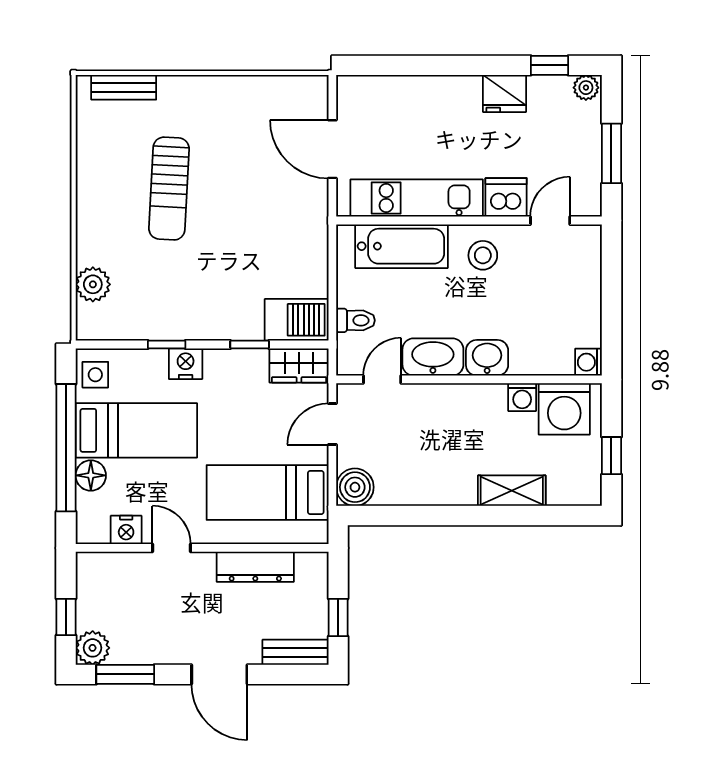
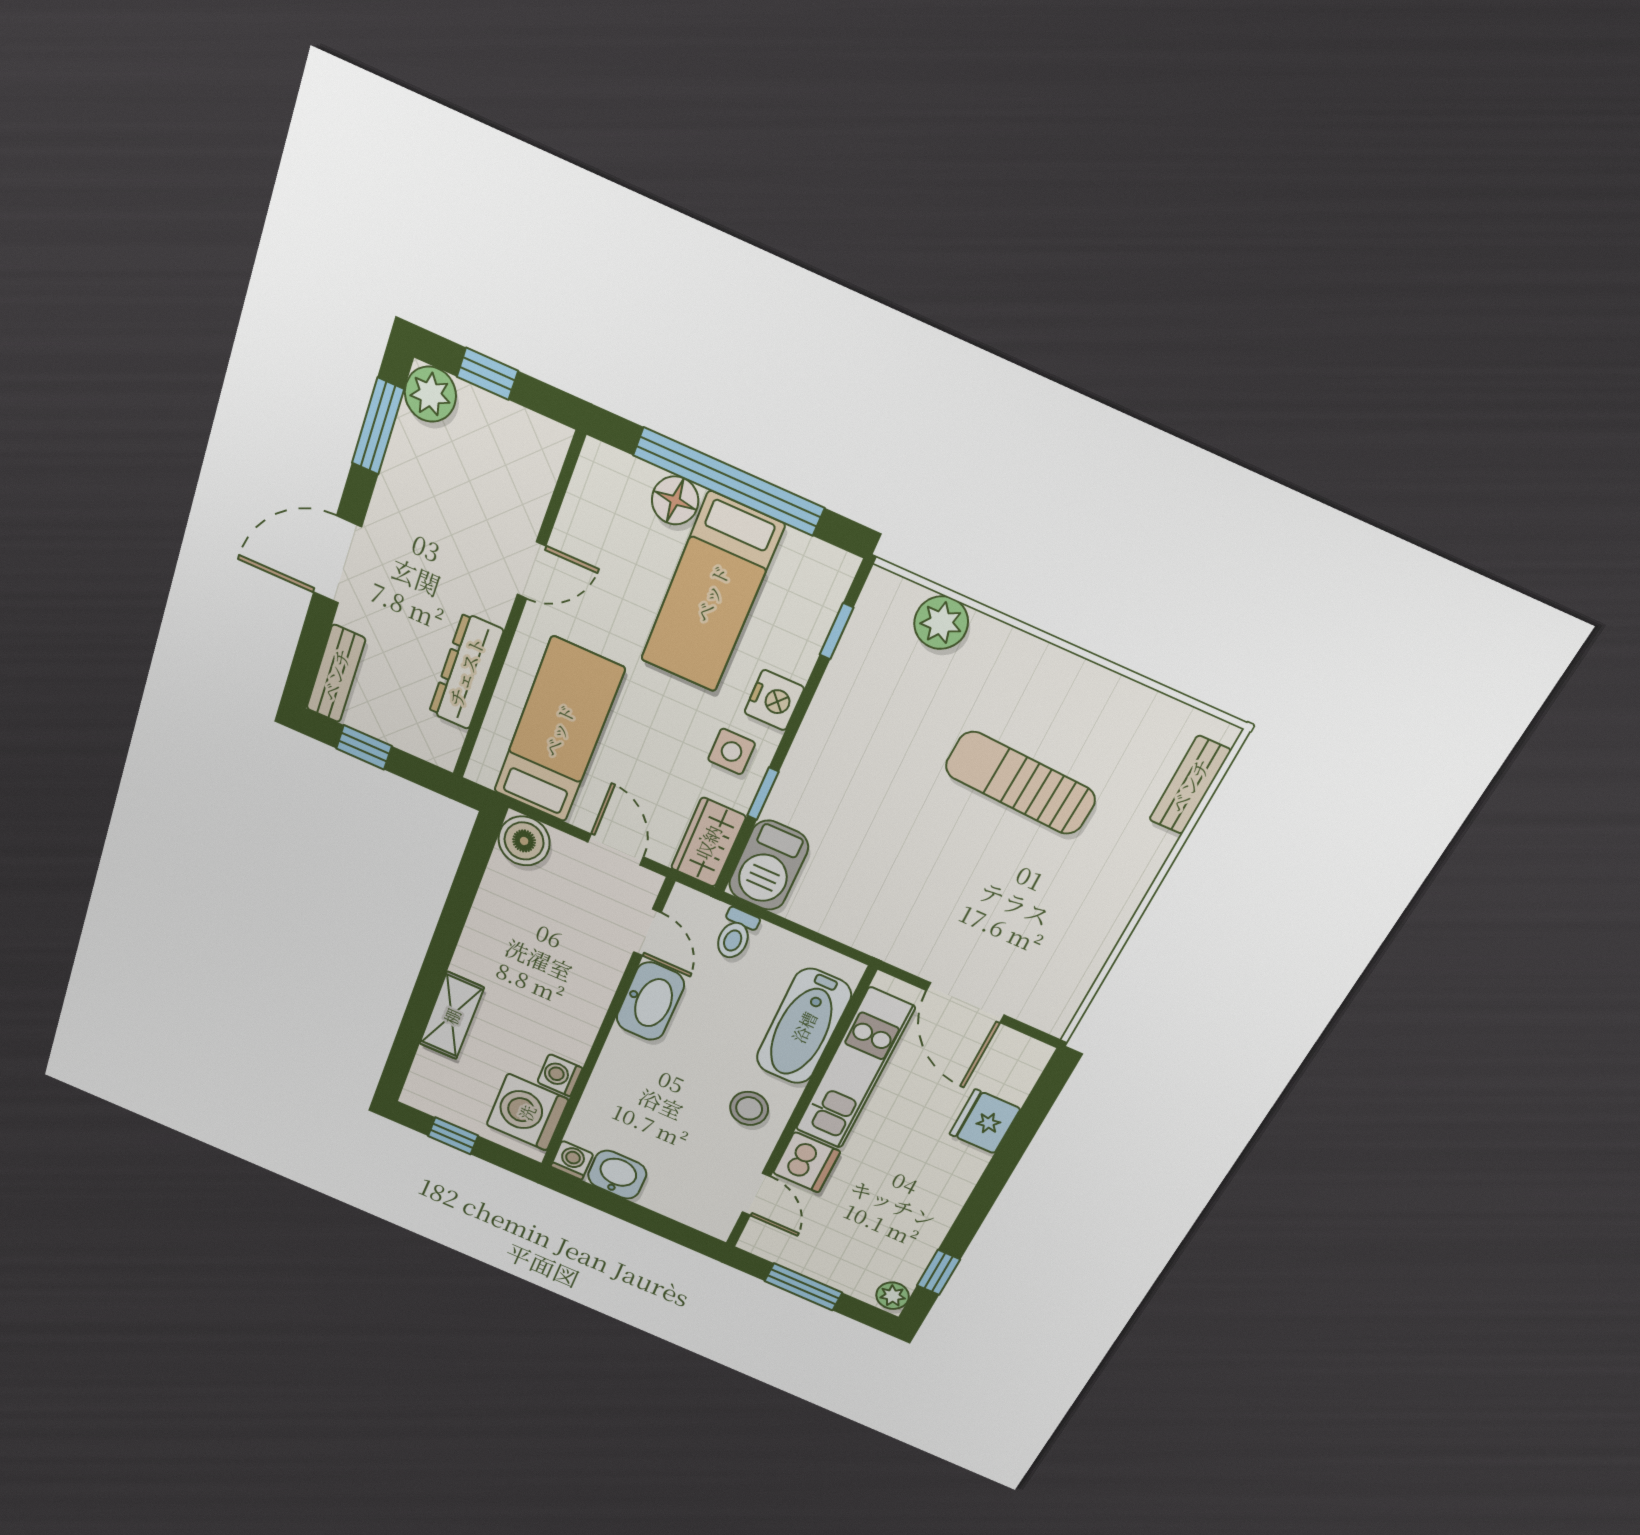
fridge: (505, 94) -> (985, 1121), moved
door: (332, 149) -> (965, 1003), swing flipped
window: (167, 344) -> (837, 631), moved
washbasin: (487, 358) -> (617, 1175), moved, turned -90
side table: (95, 375) -> (732, 751), moved
nightstand: (126, 530) -> (580, 517), removed

